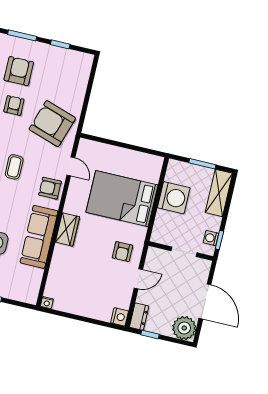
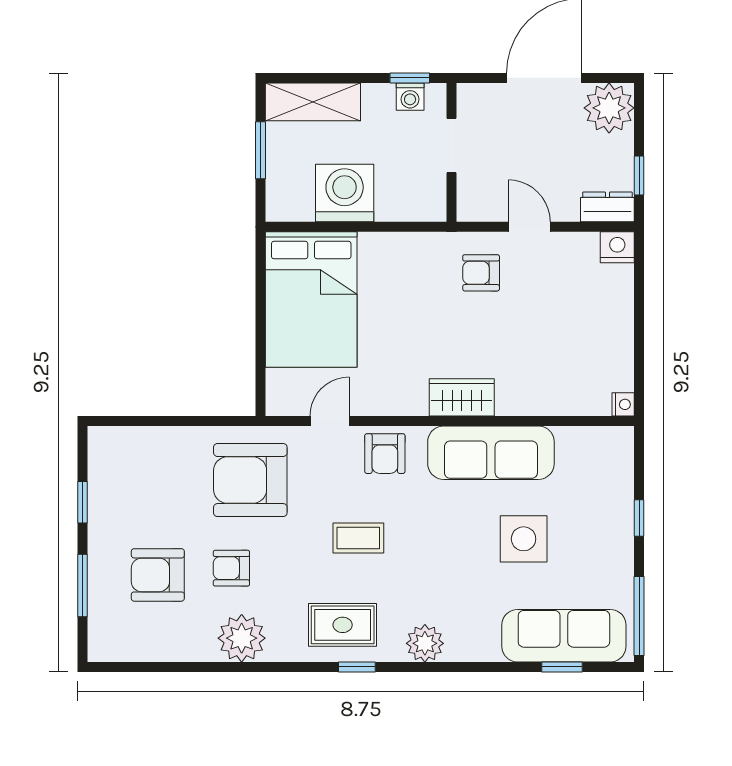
armchair: (52, 124) -> (250, 480), turned 72
bed: (122, 199) -> (311, 300), moved
armchair: (122, 252) -> (481, 273), turned 180

